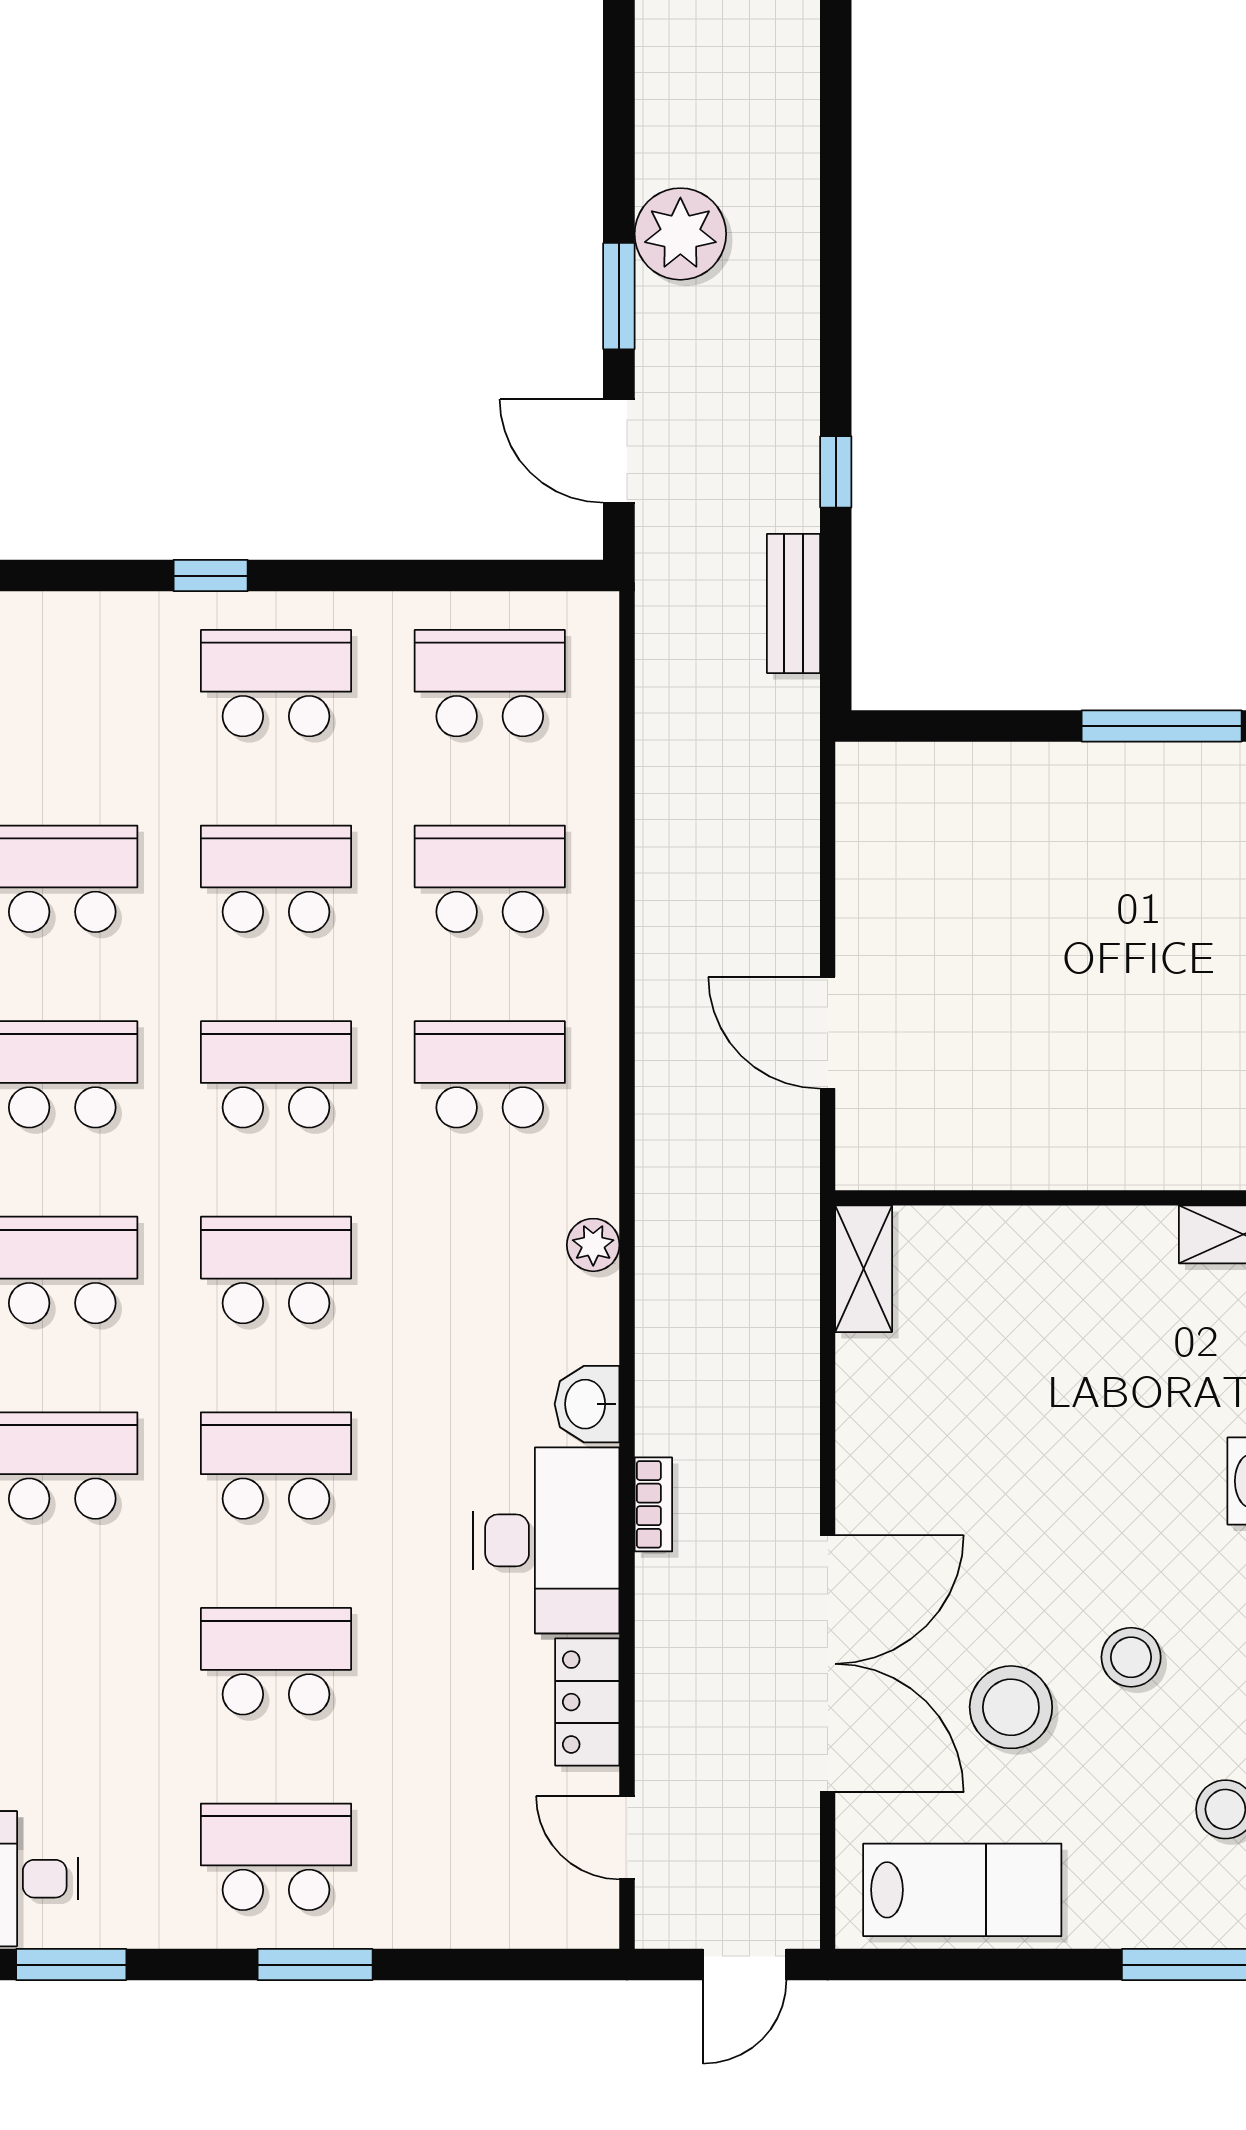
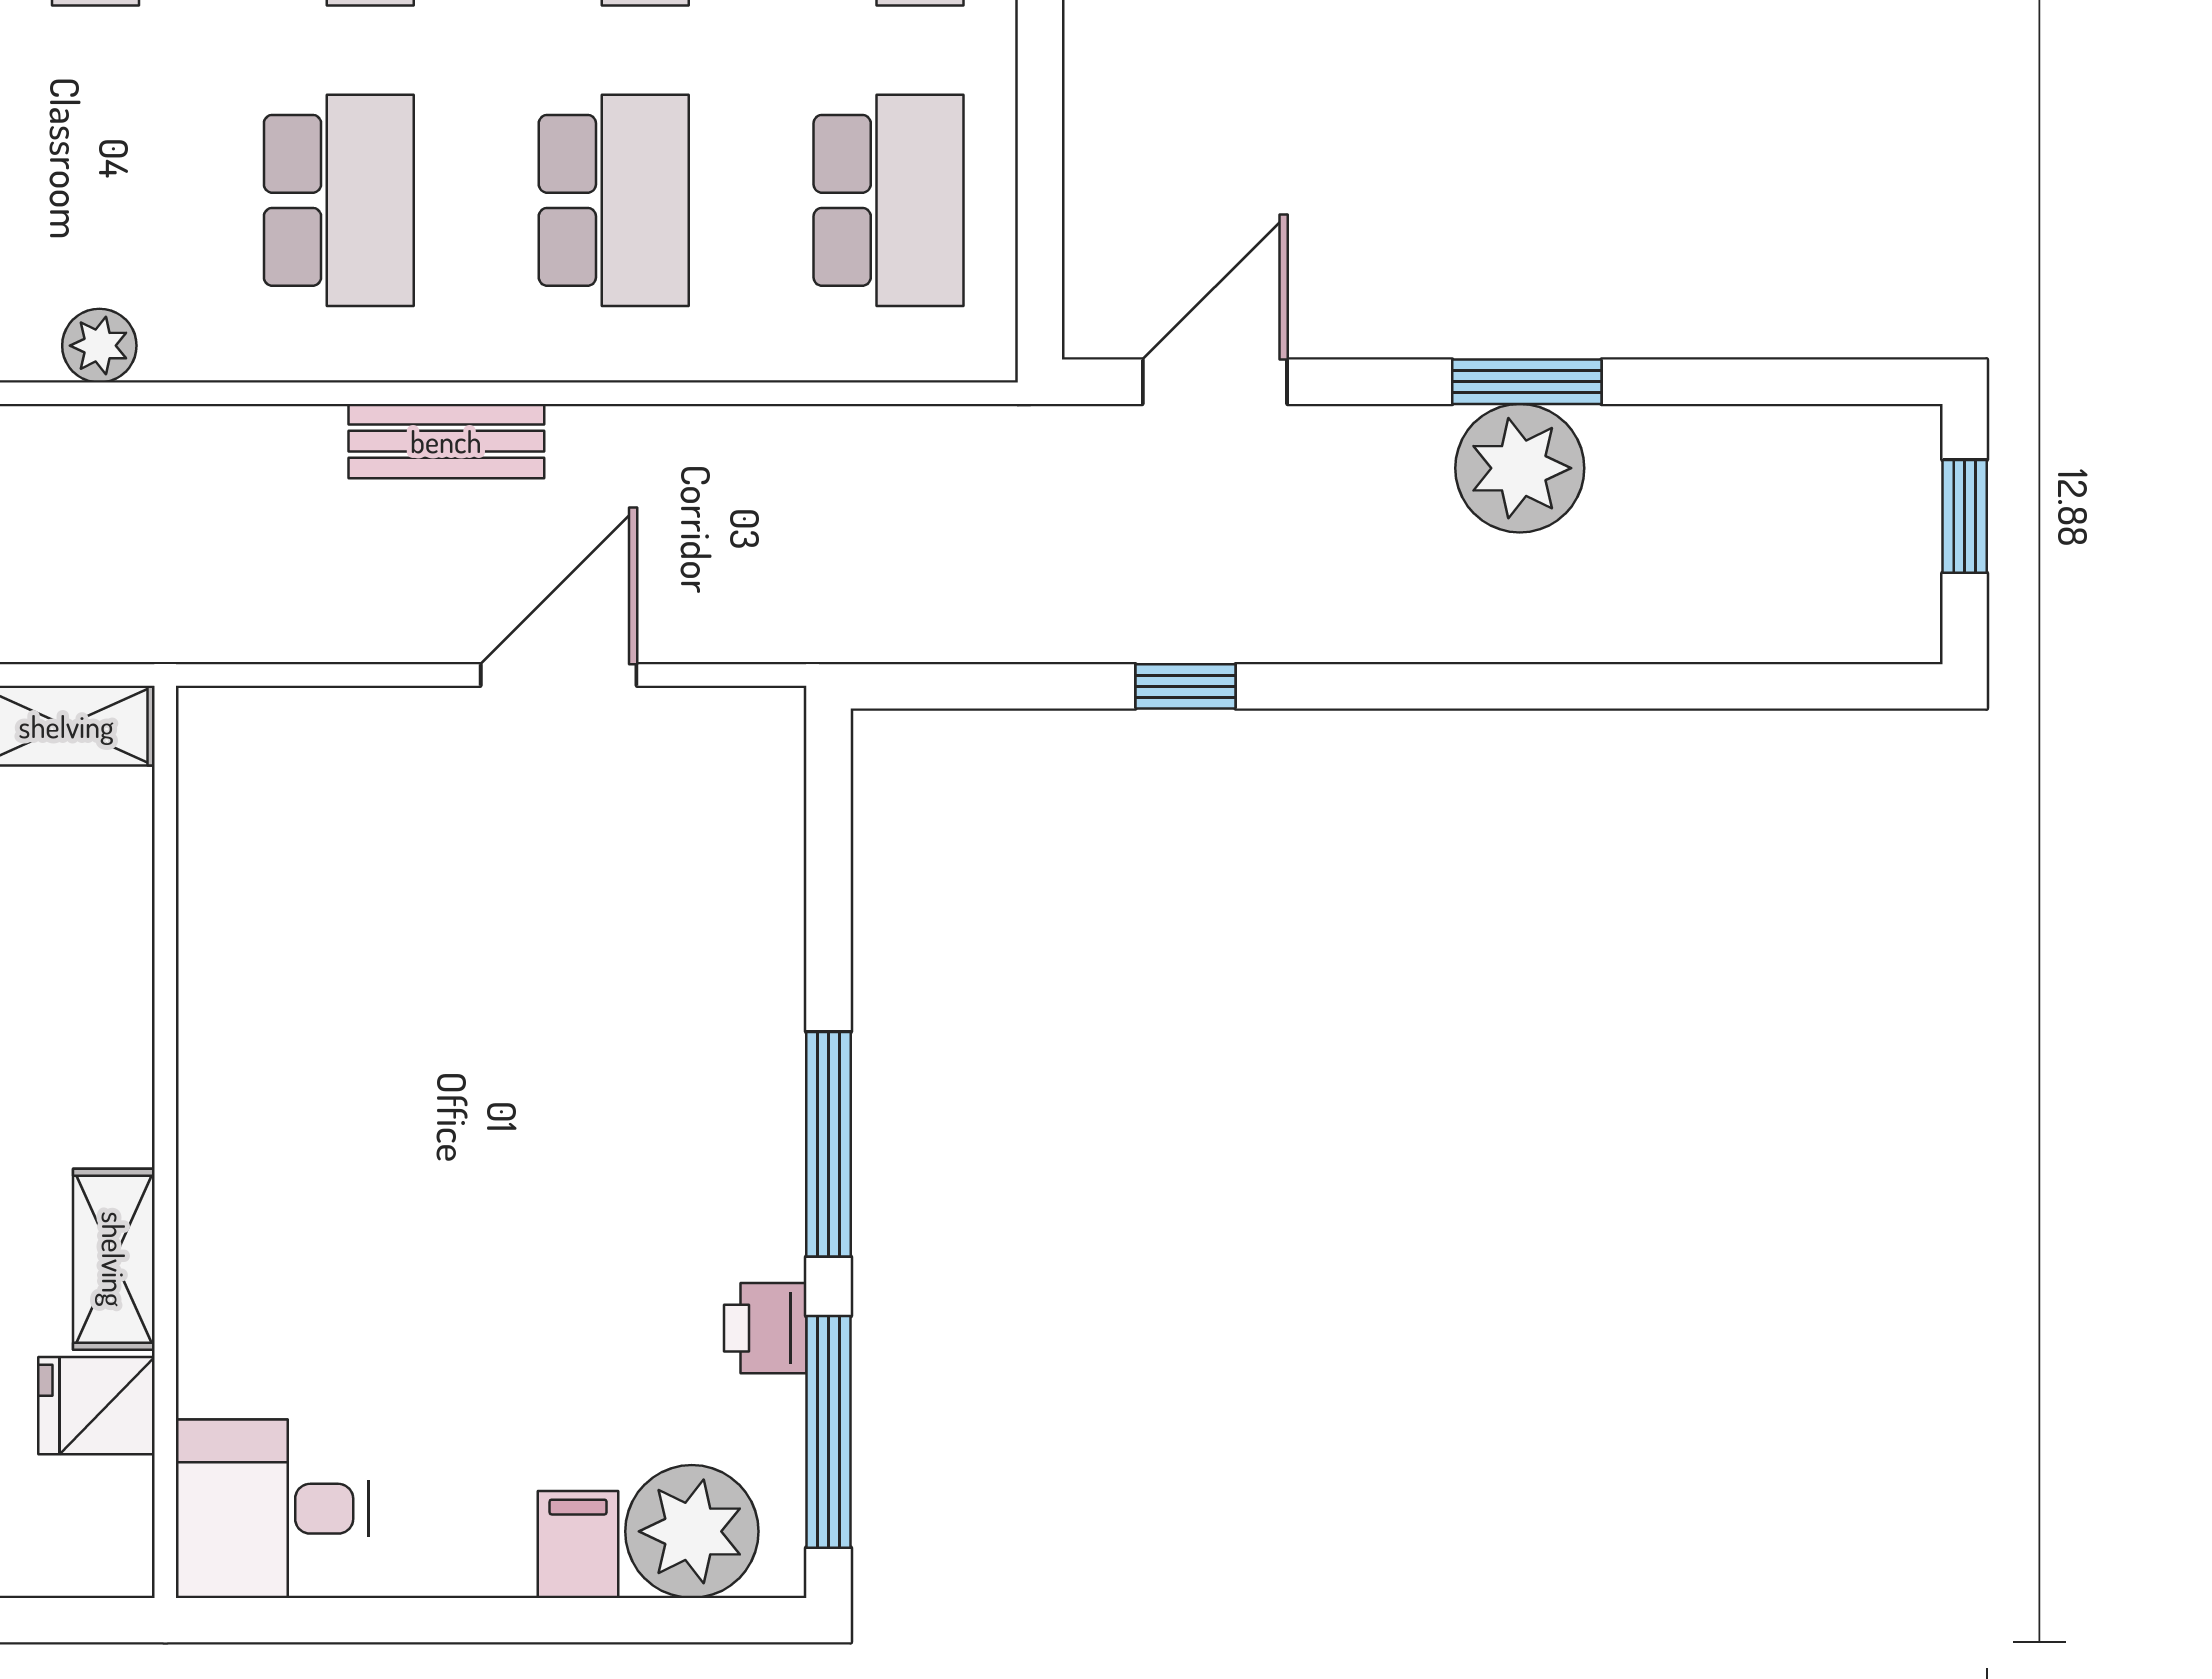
window: (619, 296) -> (1527, 382), moved
bench: (793, 603) -> (446, 441), moved
door: (828, 1033) -> (559, 675), moved

